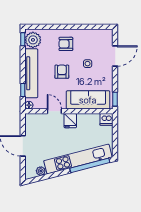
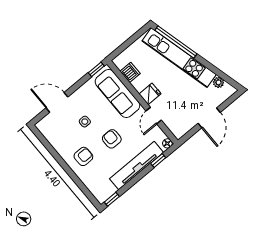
plant: (33, 40) -> (105, 189), removed
armchair: (66, 44) -> (83, 156), turned -90
armchair: (62, 72) -> (112, 139), turned 90
dishwasher: (106, 119) -> (130, 72), moved

